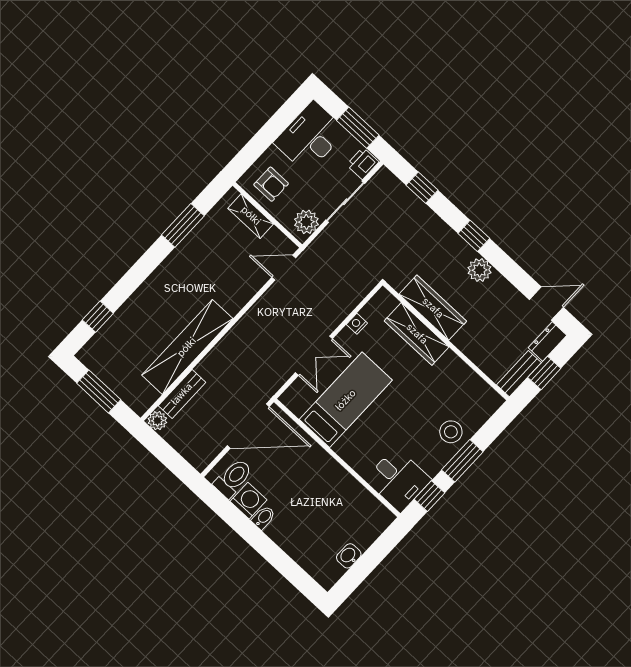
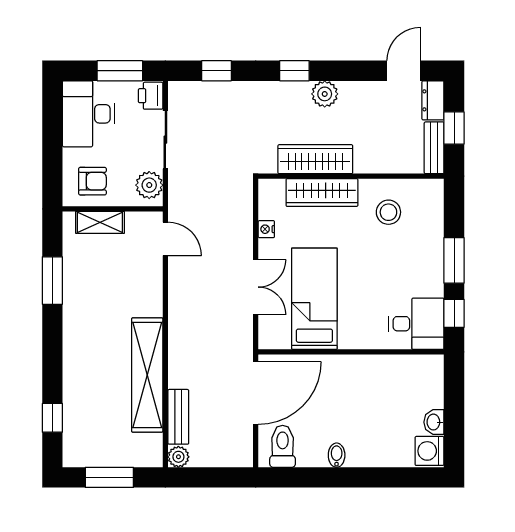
door: (284, 268) -> (165, 239), swing flipped
stool: (451, 432) -> (388, 212), moved
washing machine: (248, 501) -> (429, 451), moved, turned -90

